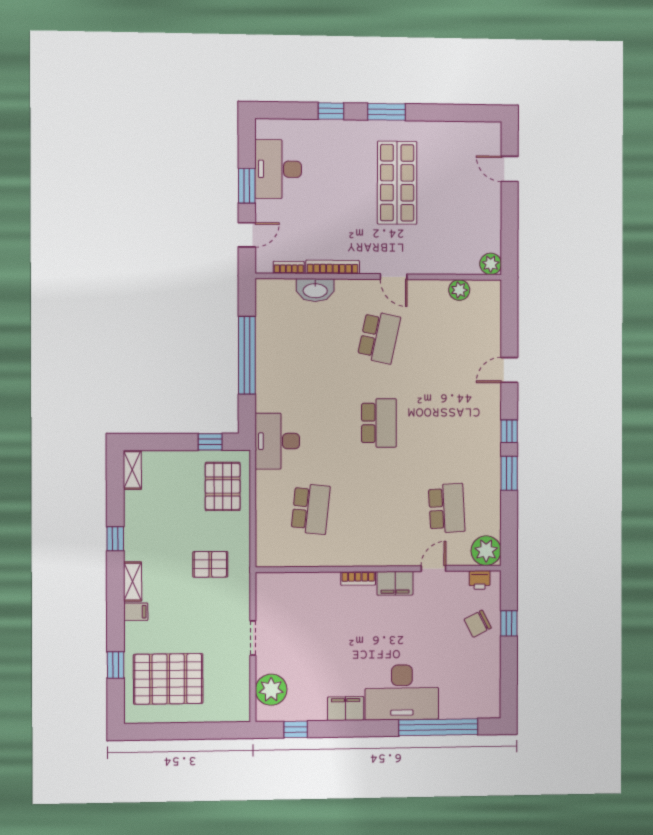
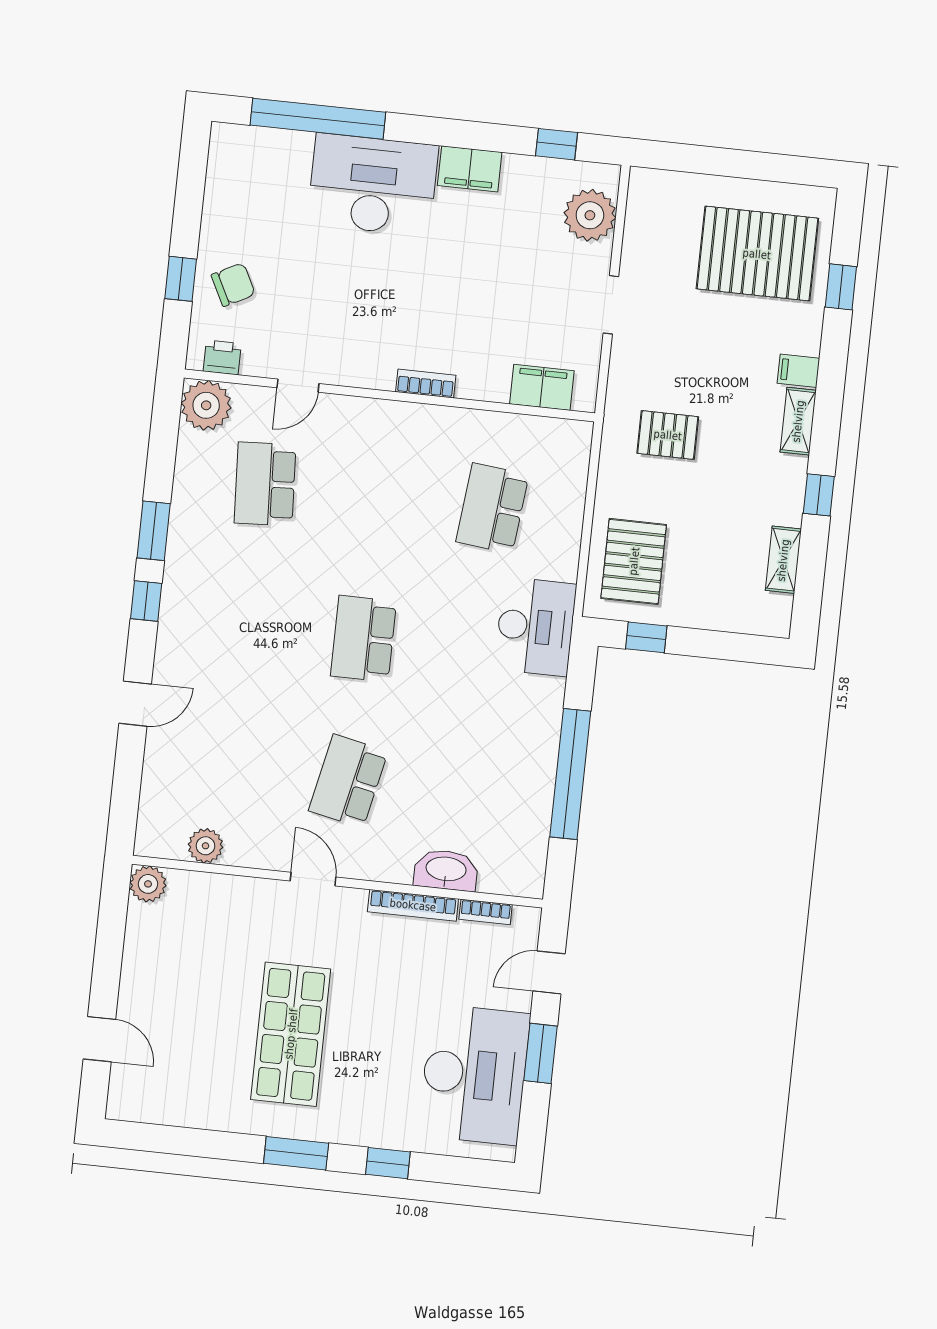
desk: (278, 169) -> (474, 1075), width x1.36, depth x1.30
shelving: (132, 470) -> (783, 560), moved
filing cabinet: (395, 583) -> (542, 387), moved

